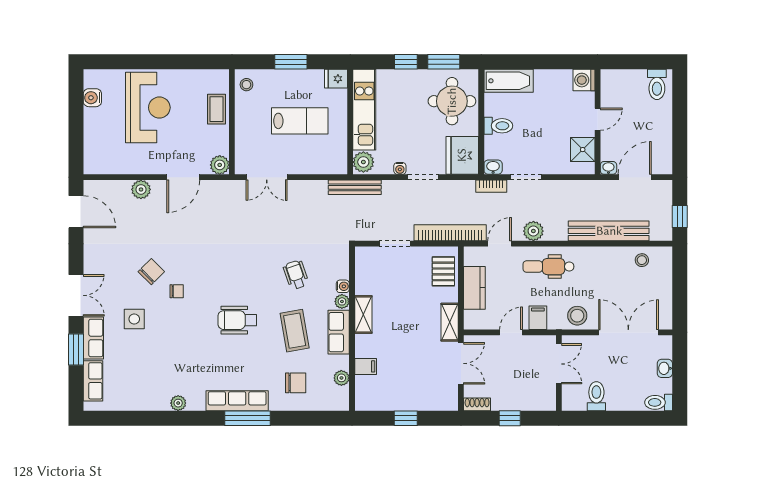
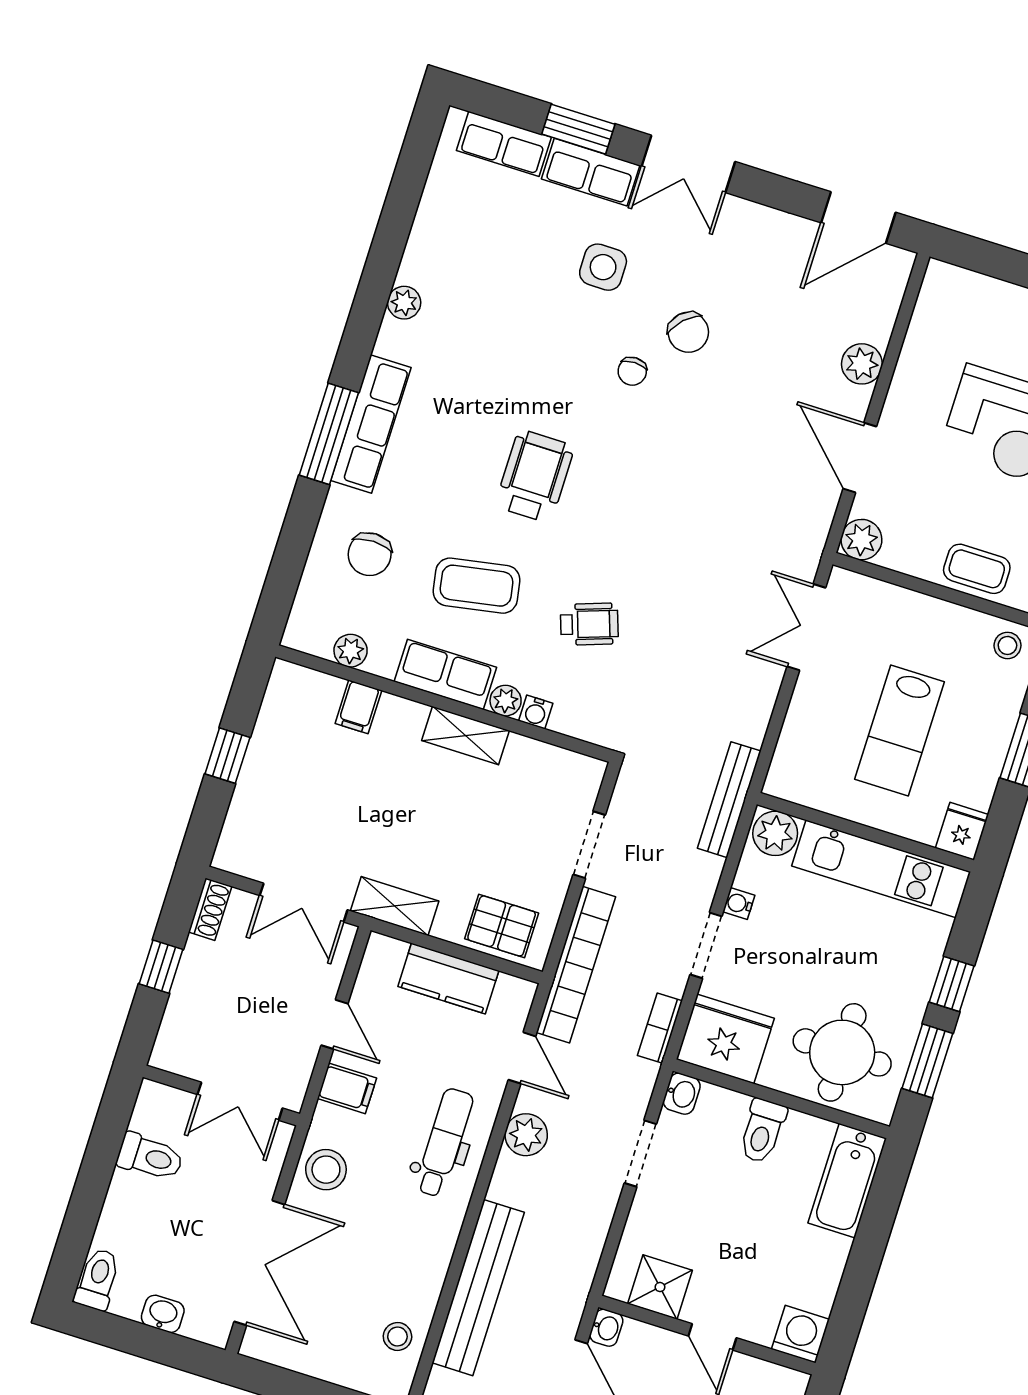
bookcase: (491, 186) -> (660, 1028), moved

